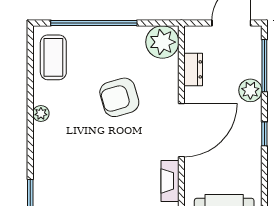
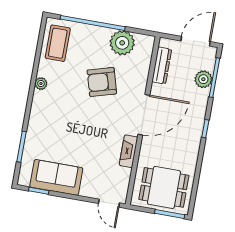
plant: (162, 42) -> (122, 43), moved
dresser: (193, 69) -> (162, 65), width x1.44
plant: (250, 90) -> (203, 79), moved

